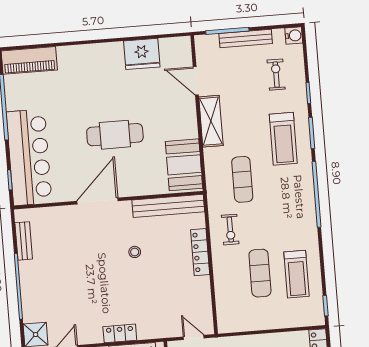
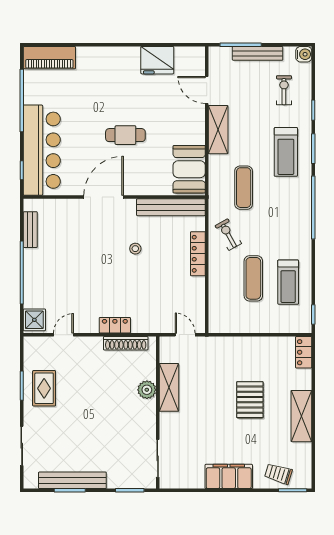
cafe table: (115, 135) -> (125, 135), width x0.73, depth x0.74
exercise bike: (230, 230) -> (228, 235), turned 151

